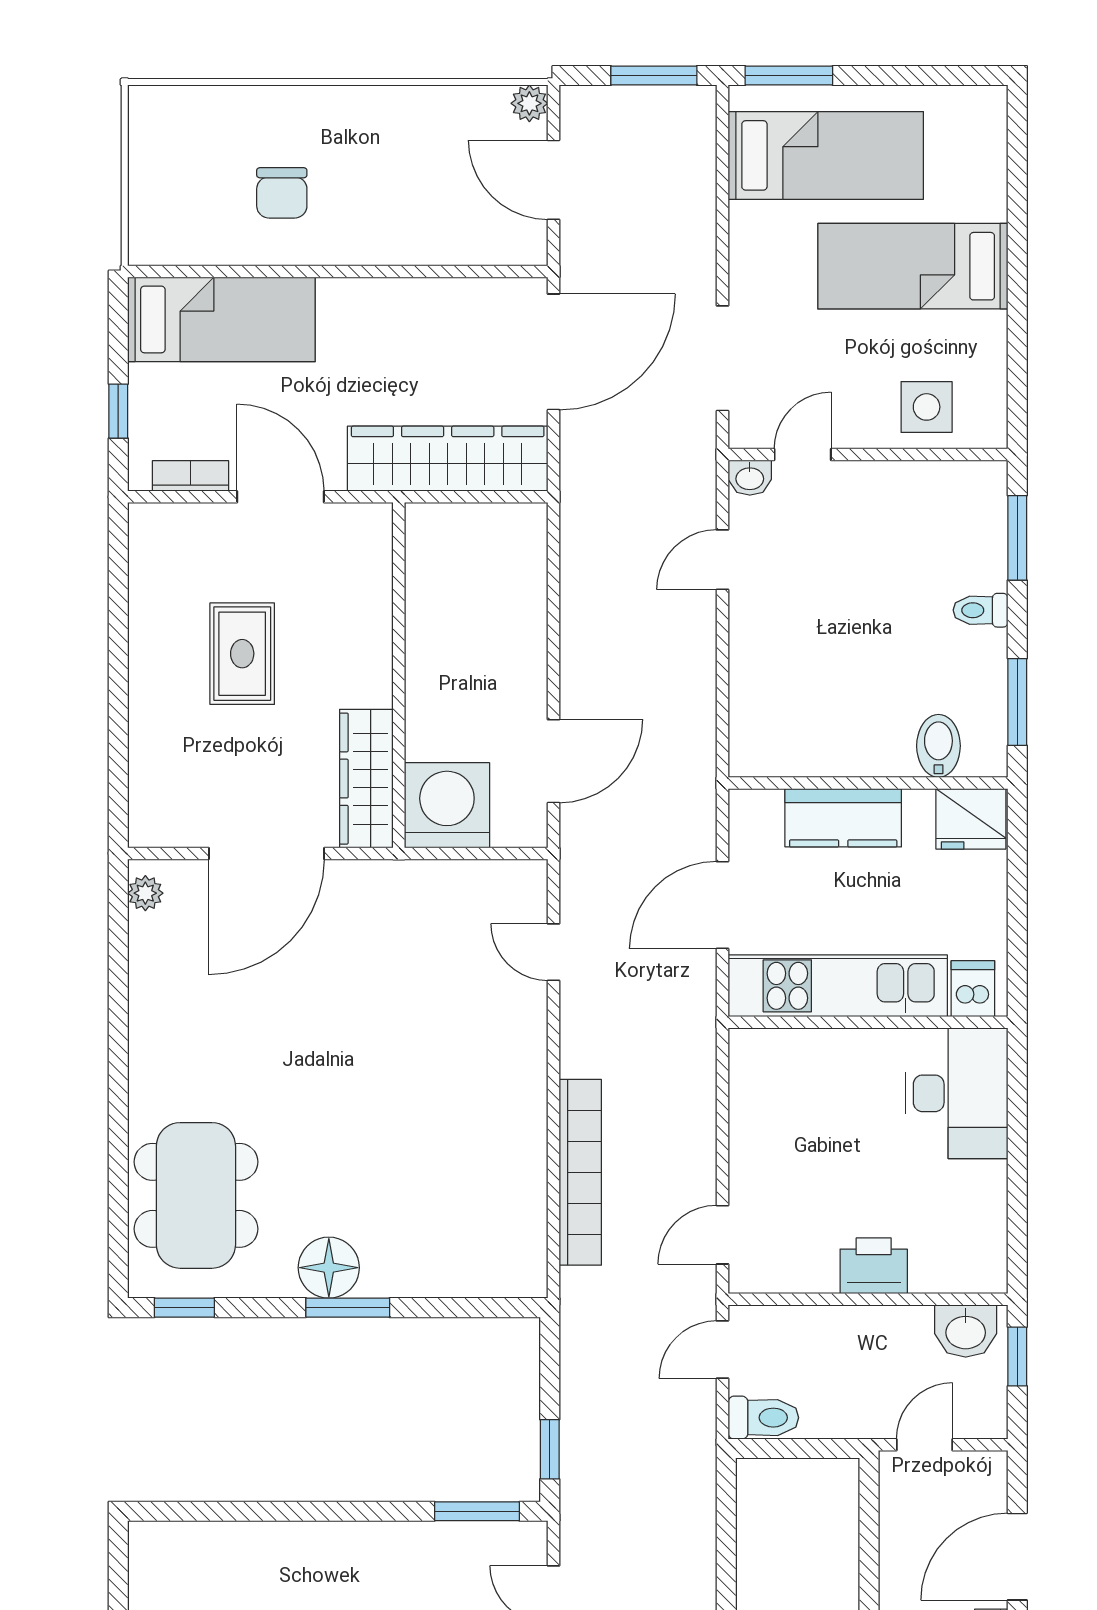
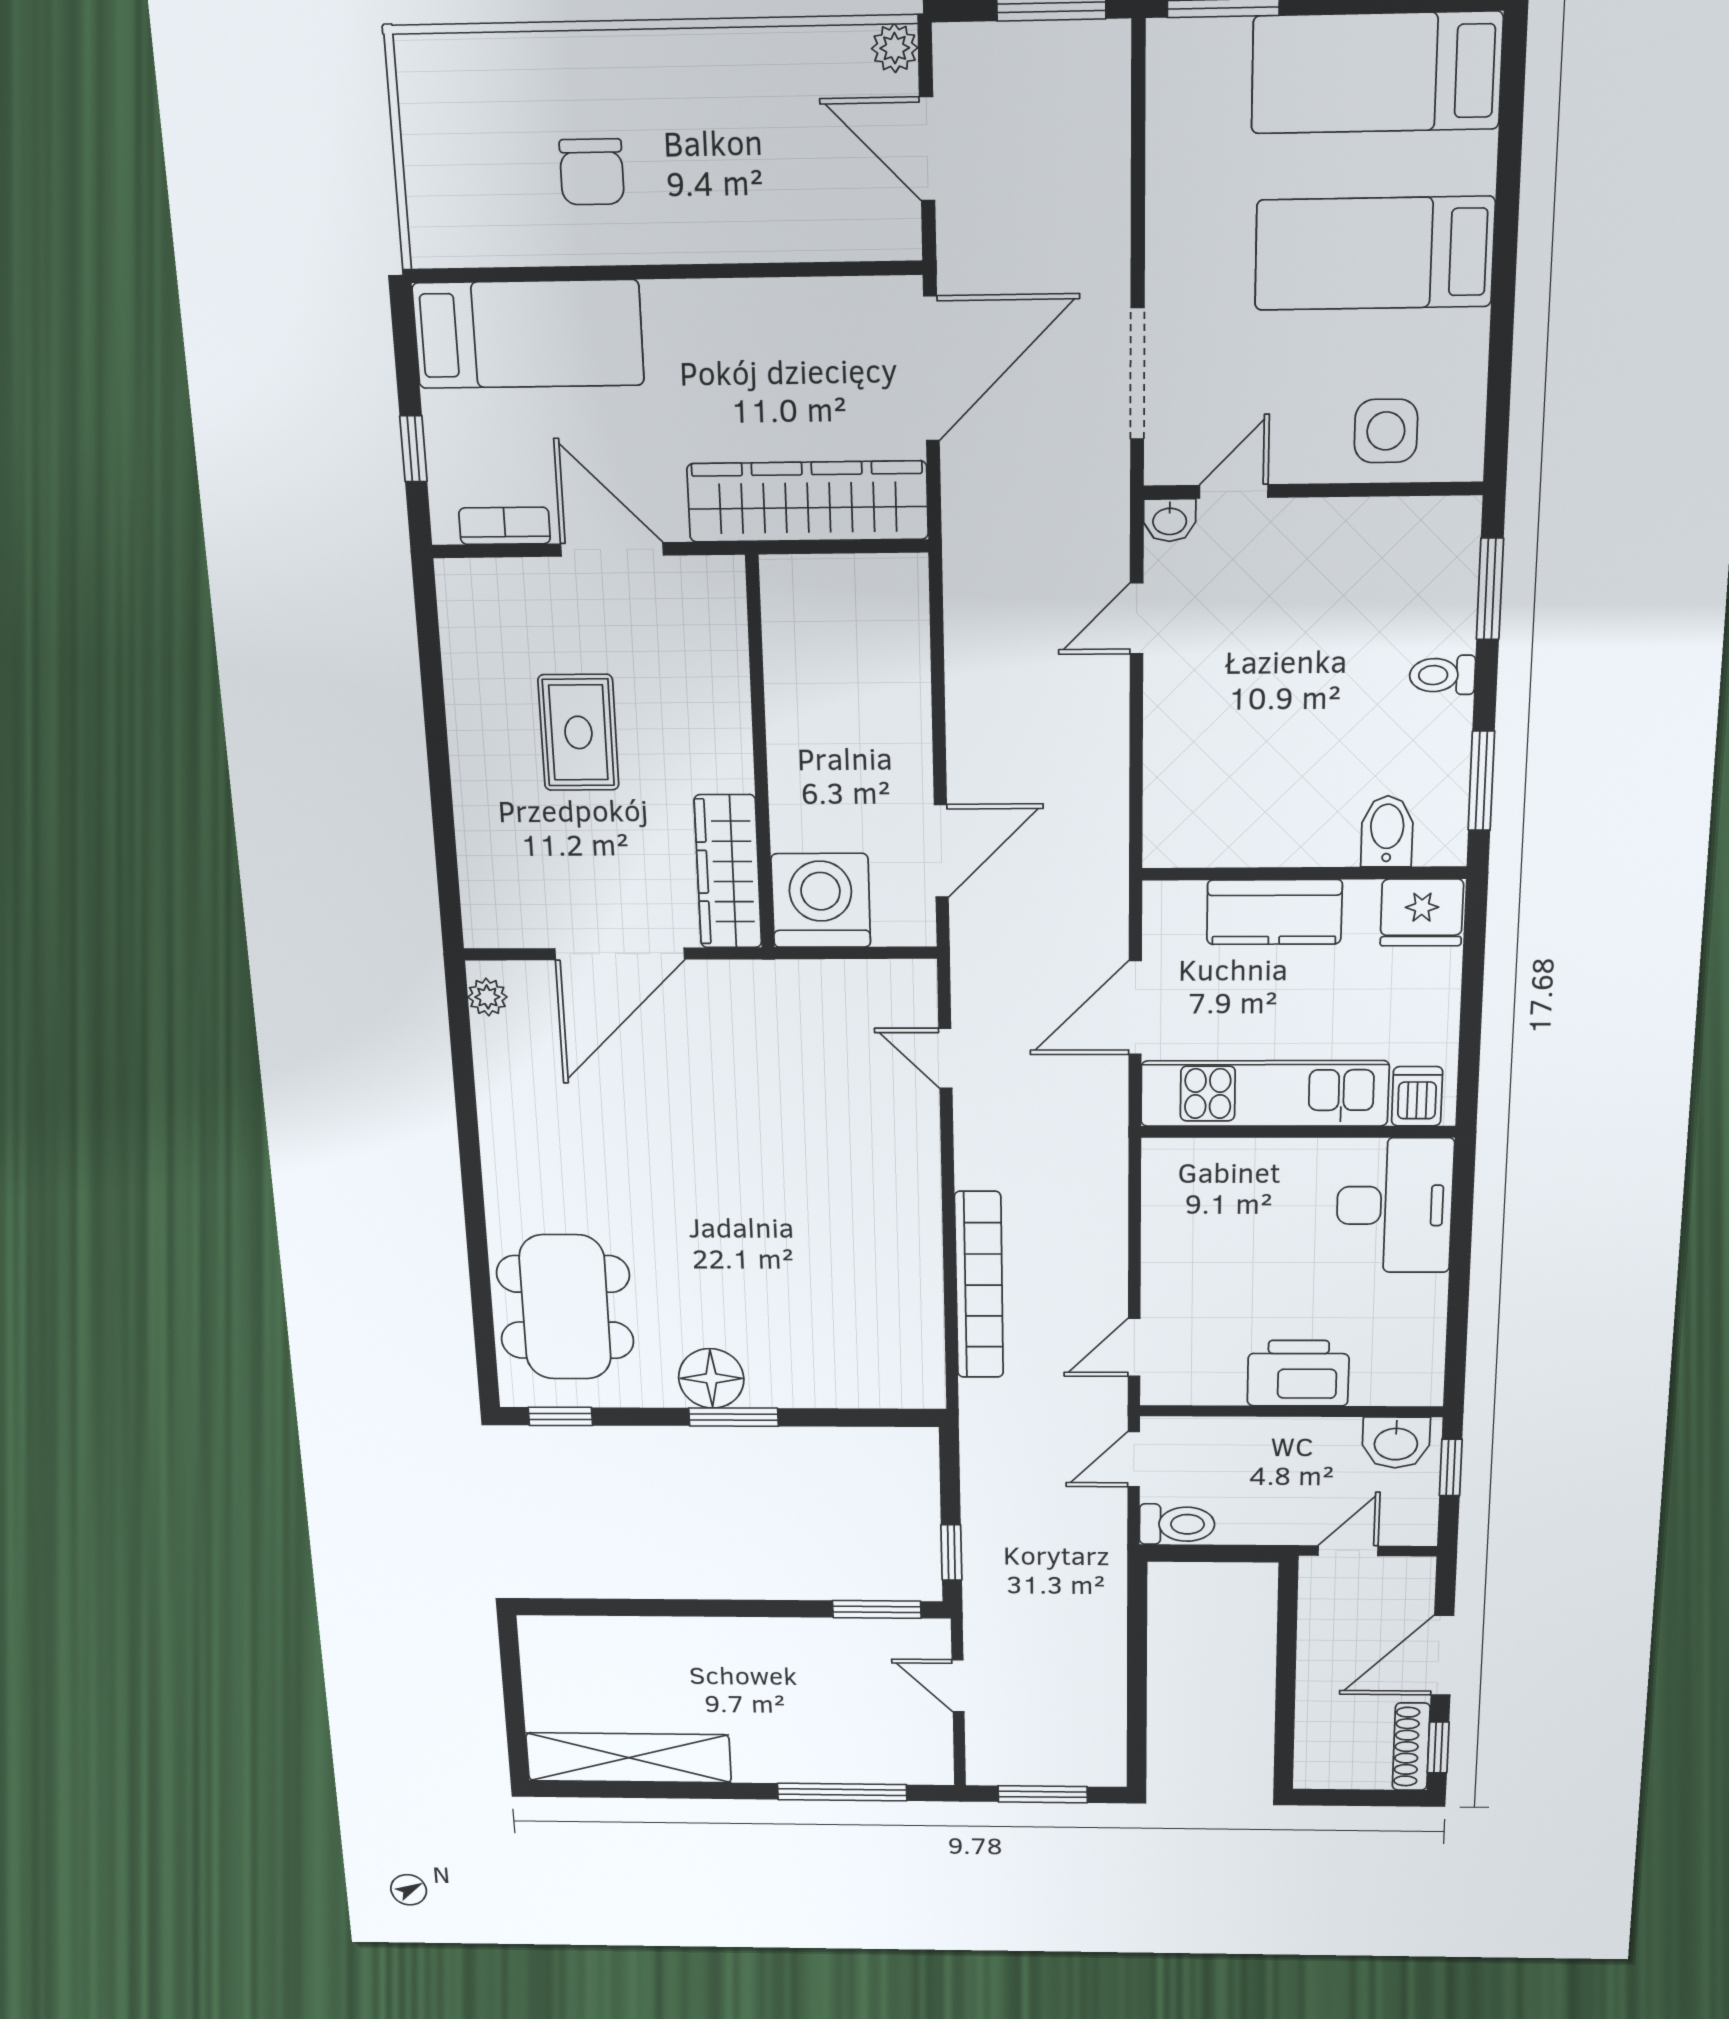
bed: (826, 155) -> (1376, 73), moved, turned 180
printer: (874, 1266) -> (1298, 1373), width x1.37, depth x1.19

